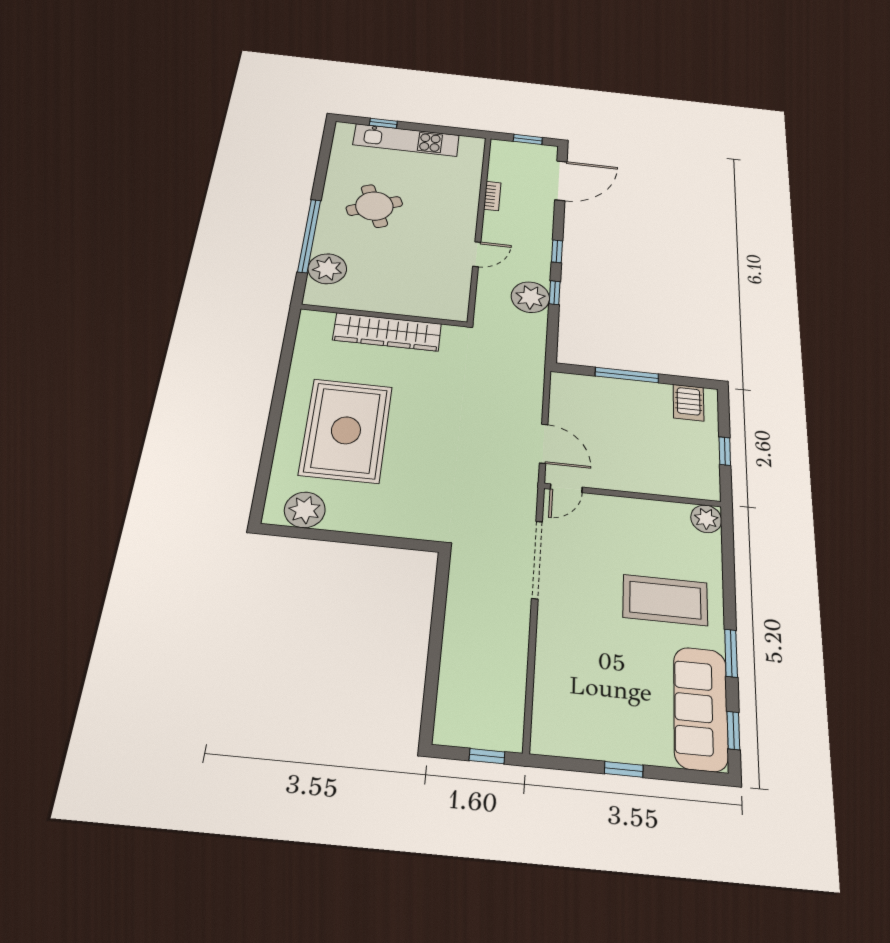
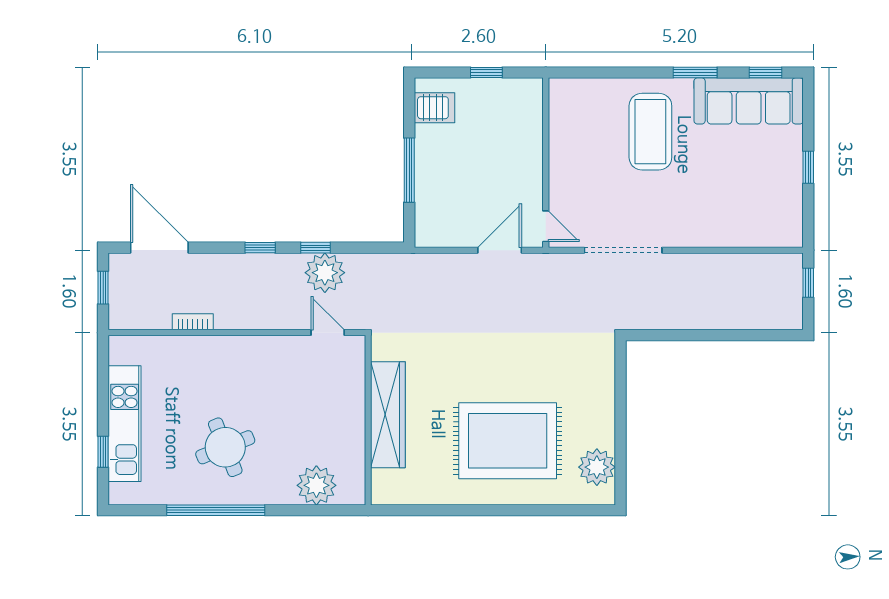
window: (309, 236) -> (216, 510), moved
door: (477, 254) -> (328, 333), moved
plant: (706, 519) -> (563, 92), removed

